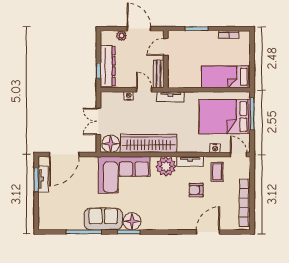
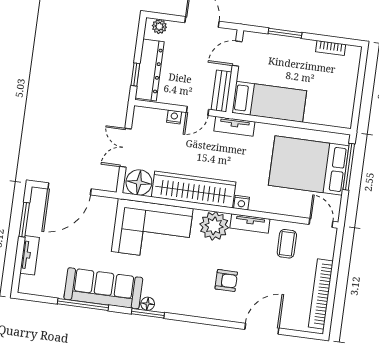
plant: (122, 36) -> (159, 26), moved
bed: (226, 77) -> (269, 102), moved, turned 180
door: (144, 90) -> (198, 111), swing flipped
nightstand: (215, 148) -> (242, 203), moved
tv unit: (43, 179) -> (30, 255), moved
armchair: (196, 190) -> (226, 280), moved, turned 180
sofa: (103, 219) -> (103, 288), width x1.36
floor lamp: (132, 221) -> (148, 304), width x0.53, depth x0.53

